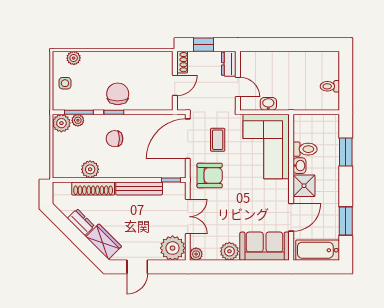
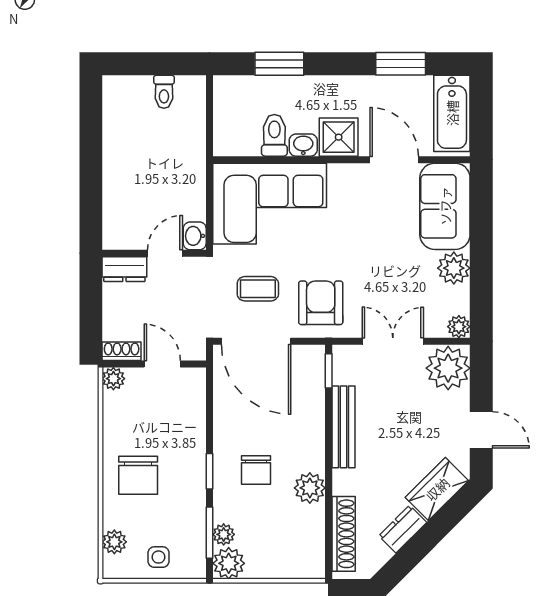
window: (203, 45) -> (91, 314), removed
plant: (167, 58) -> (113, 379), added
chair: (118, 94) -> (138, 475), moved, turned -90
washbasin: (268, 104) -> (195, 236), moved
plant: (90, 169) -> (310, 488), moved
shoe rack: (93, 189) -> (344, 534), moved

